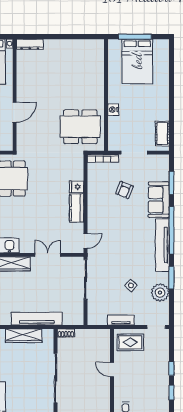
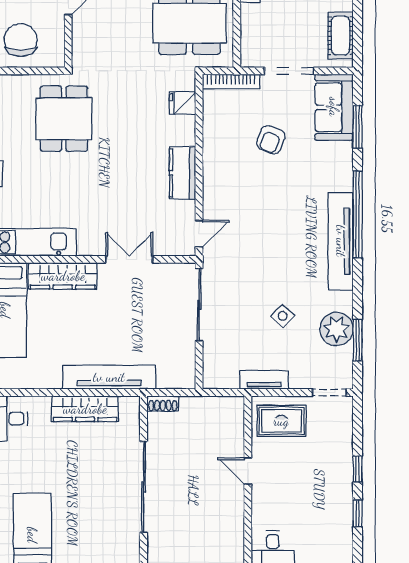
fridge: (77, 187) -> (182, 103), moved
sofa: (159, 200) -> (334, 107), moved
window: (171, 278) -> (358, 340), moved

